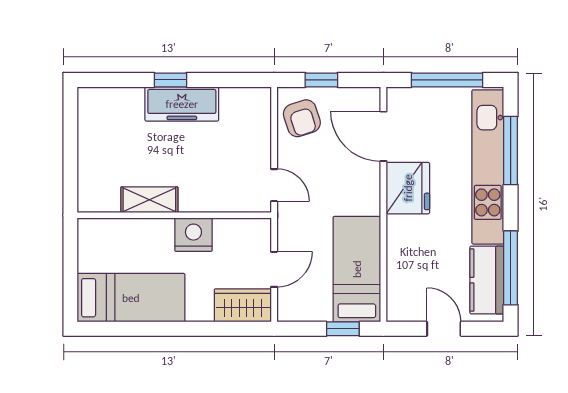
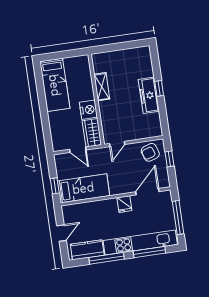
fridge: (408, 188) -> (124, 204), width x0.53, depth x0.75
window: (511, 268) -> (107, 258), moved
wardrobe: (243, 305) -> (92, 133), moved, turned 180

